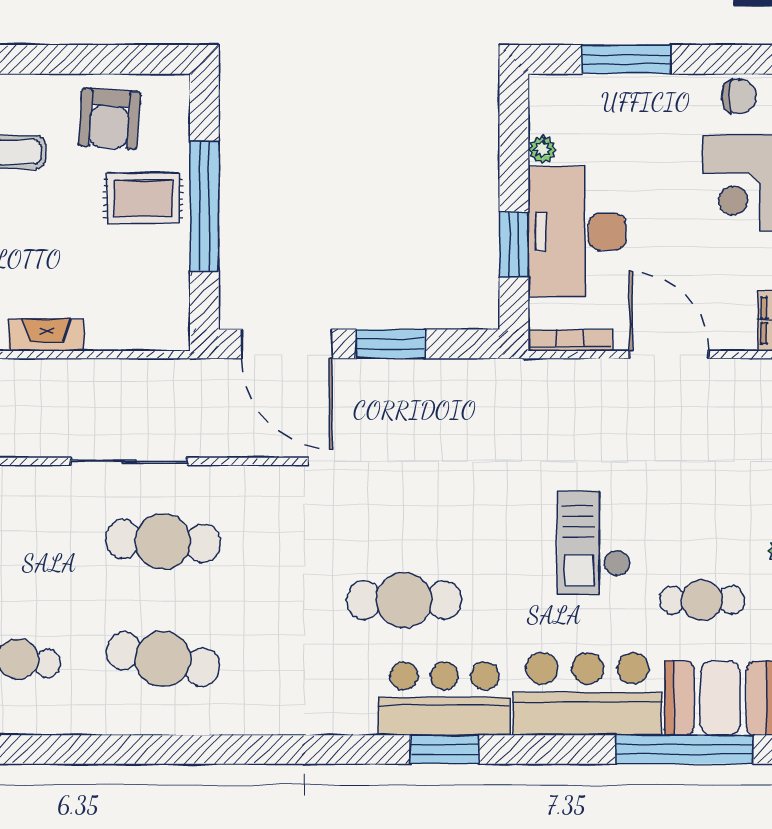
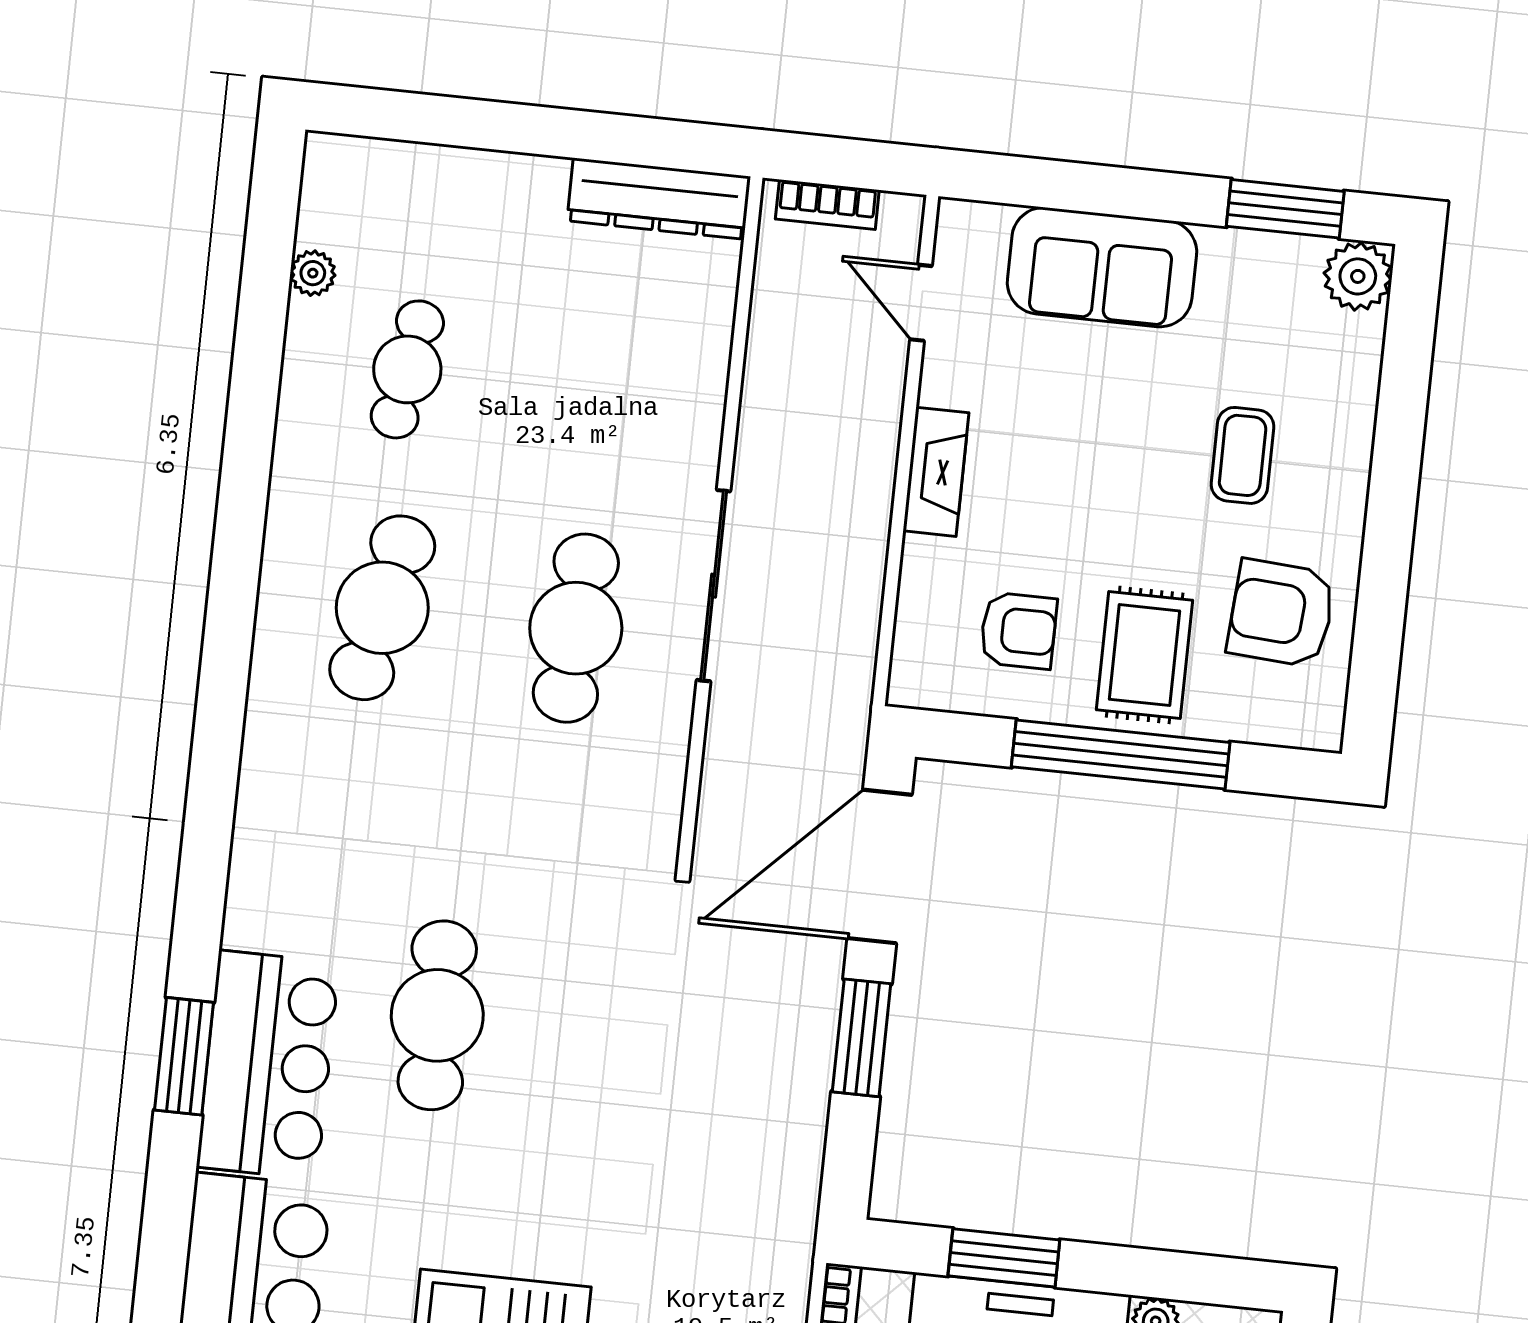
armchair: (136, 276) -> (1018, 631), added

